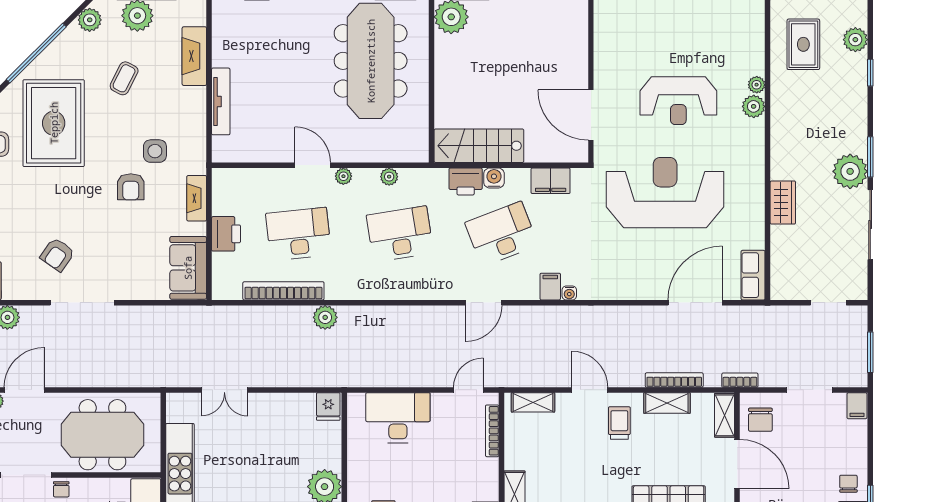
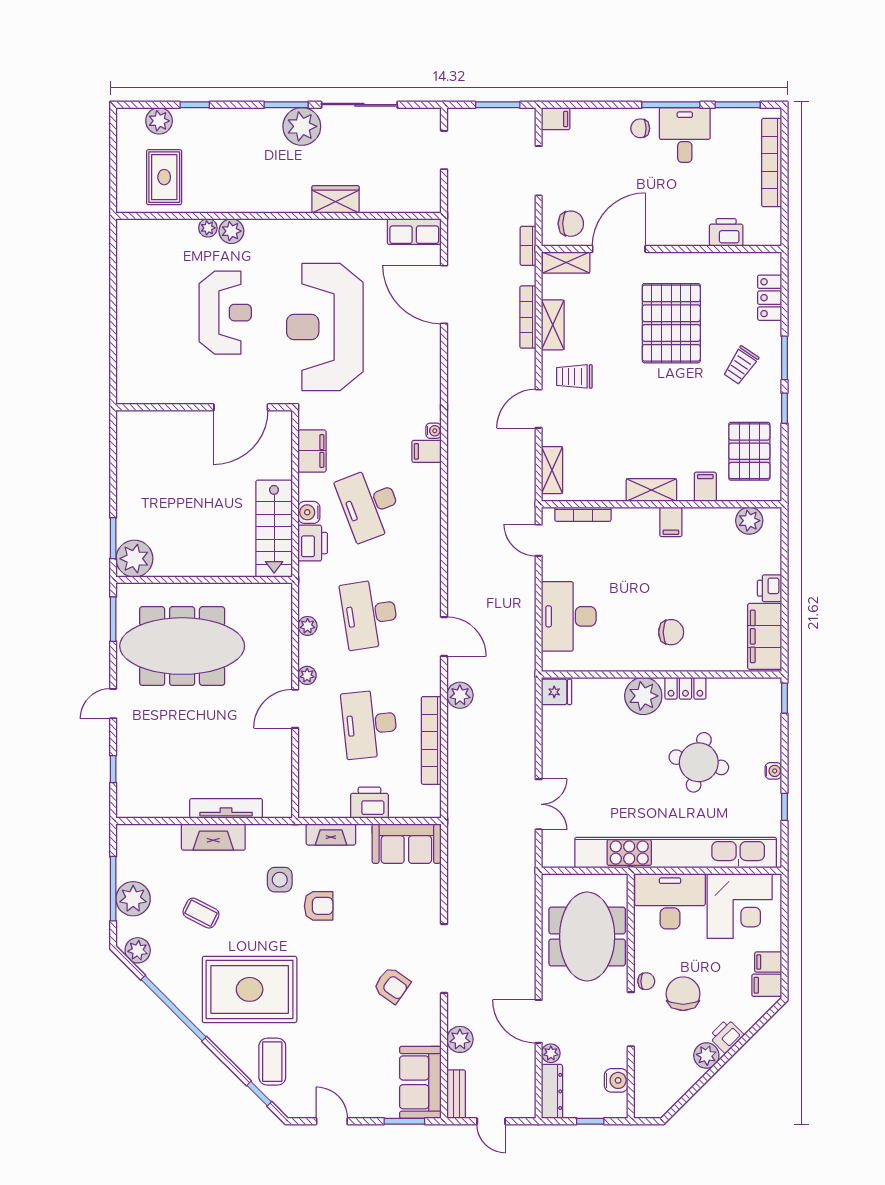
rug: (803, 44) -> (164, 177), turned 90
fireplace: (194, 56) -> (213, 837), moved
door: (484, 303) -> (444, 637), moved

